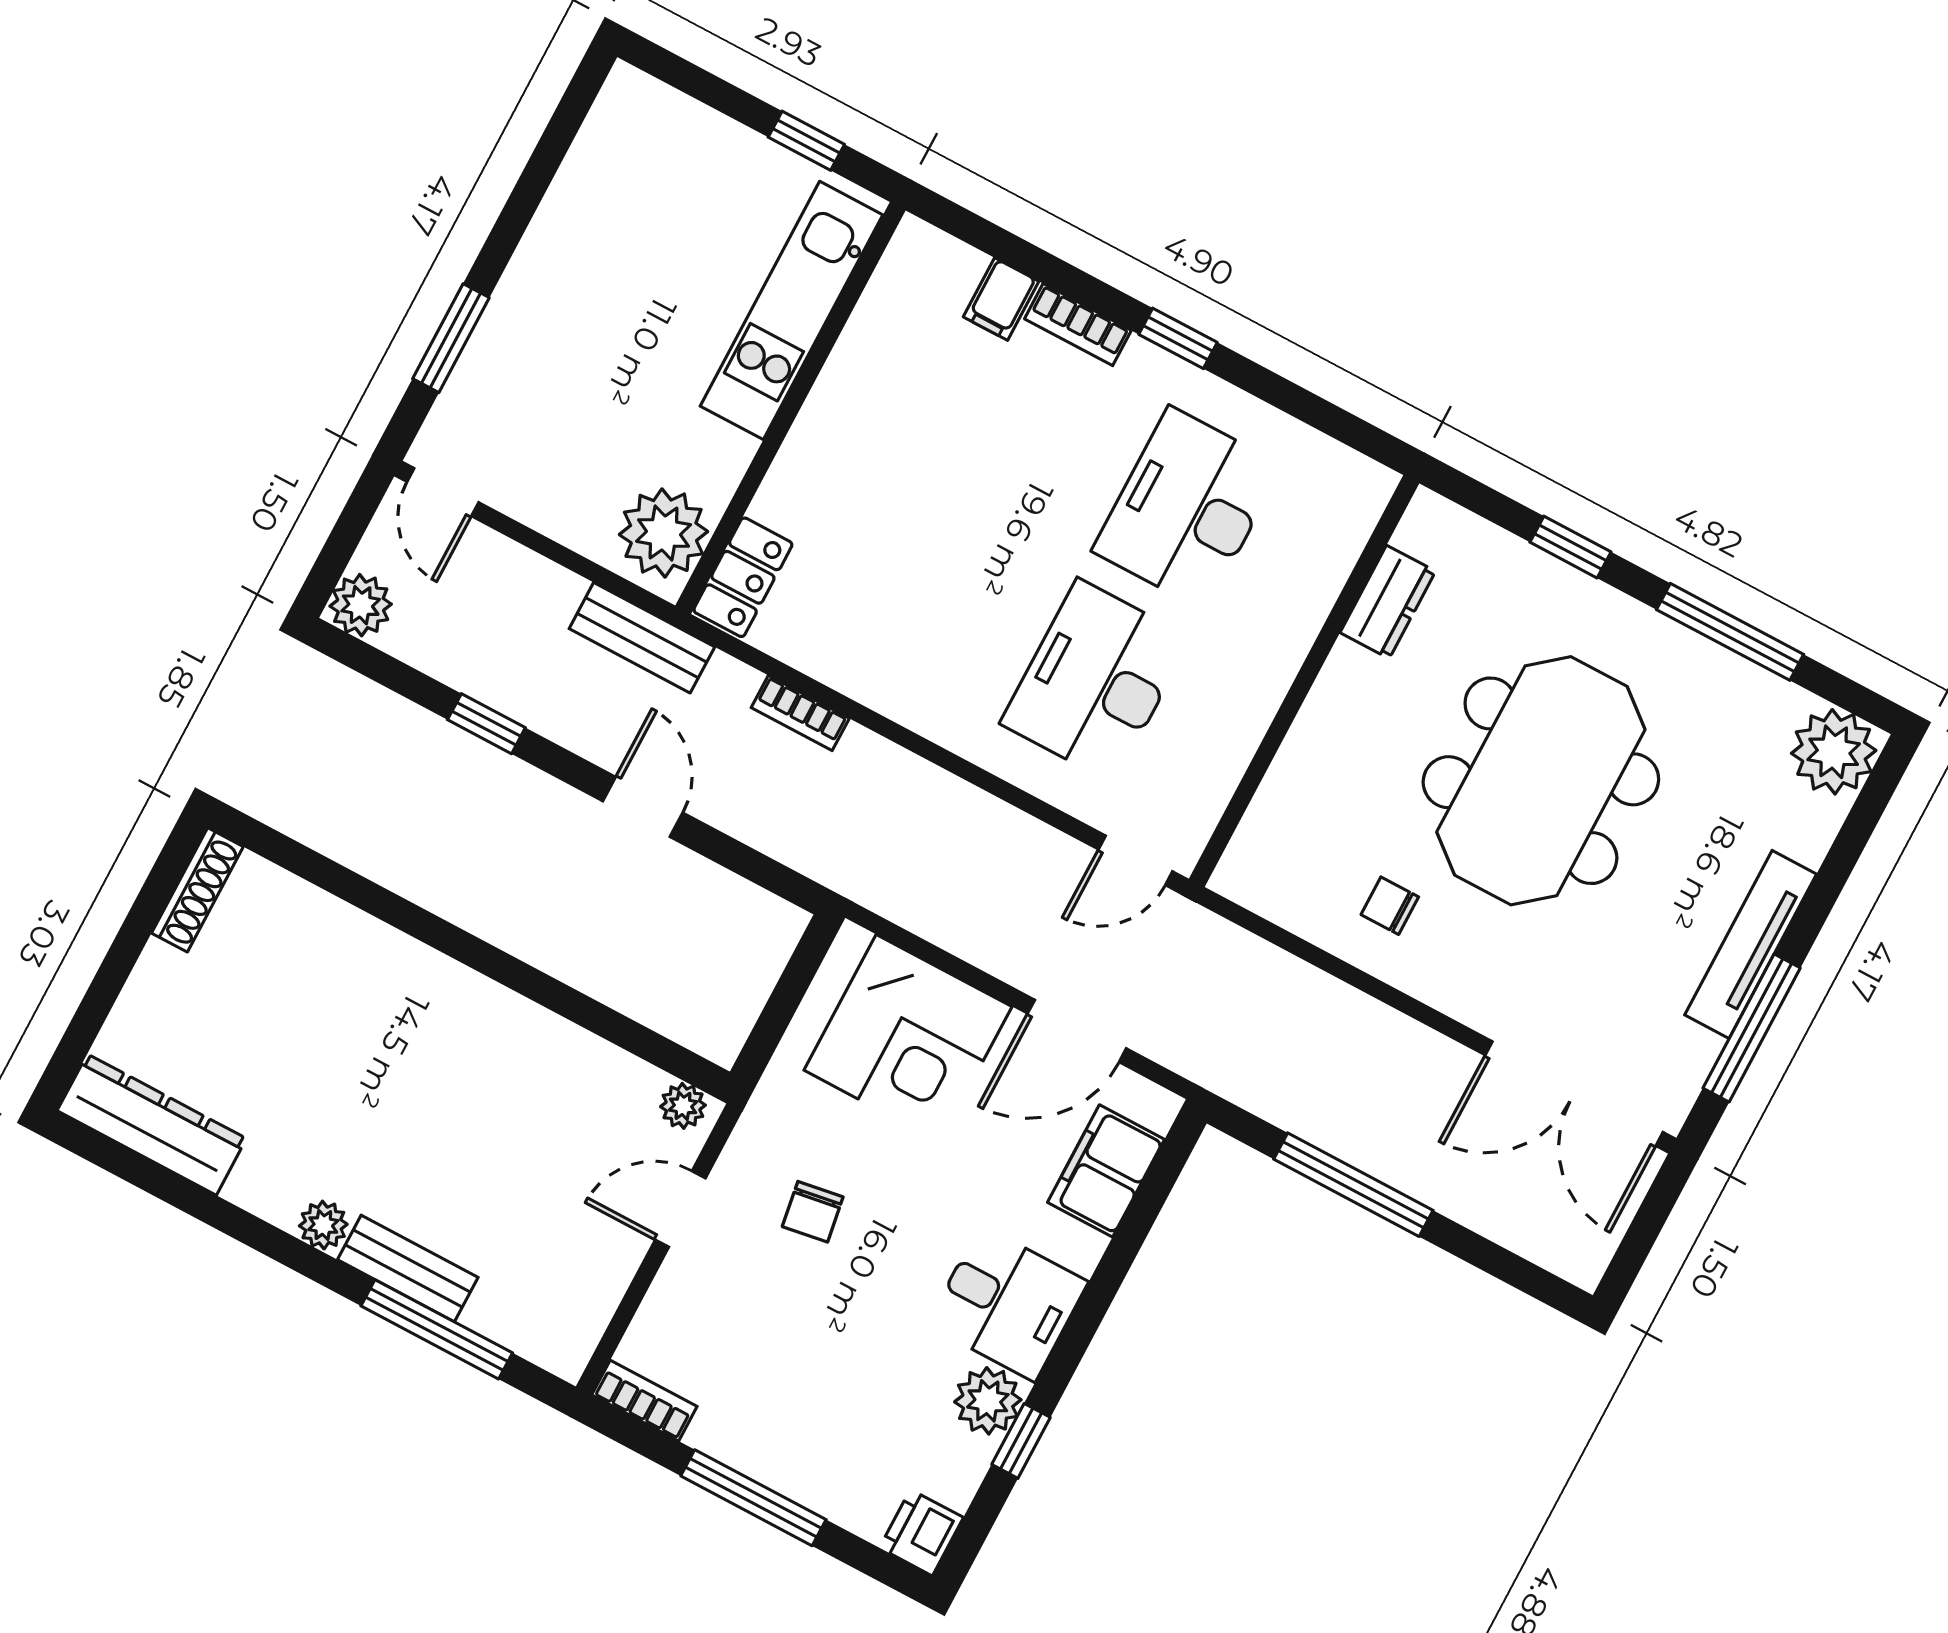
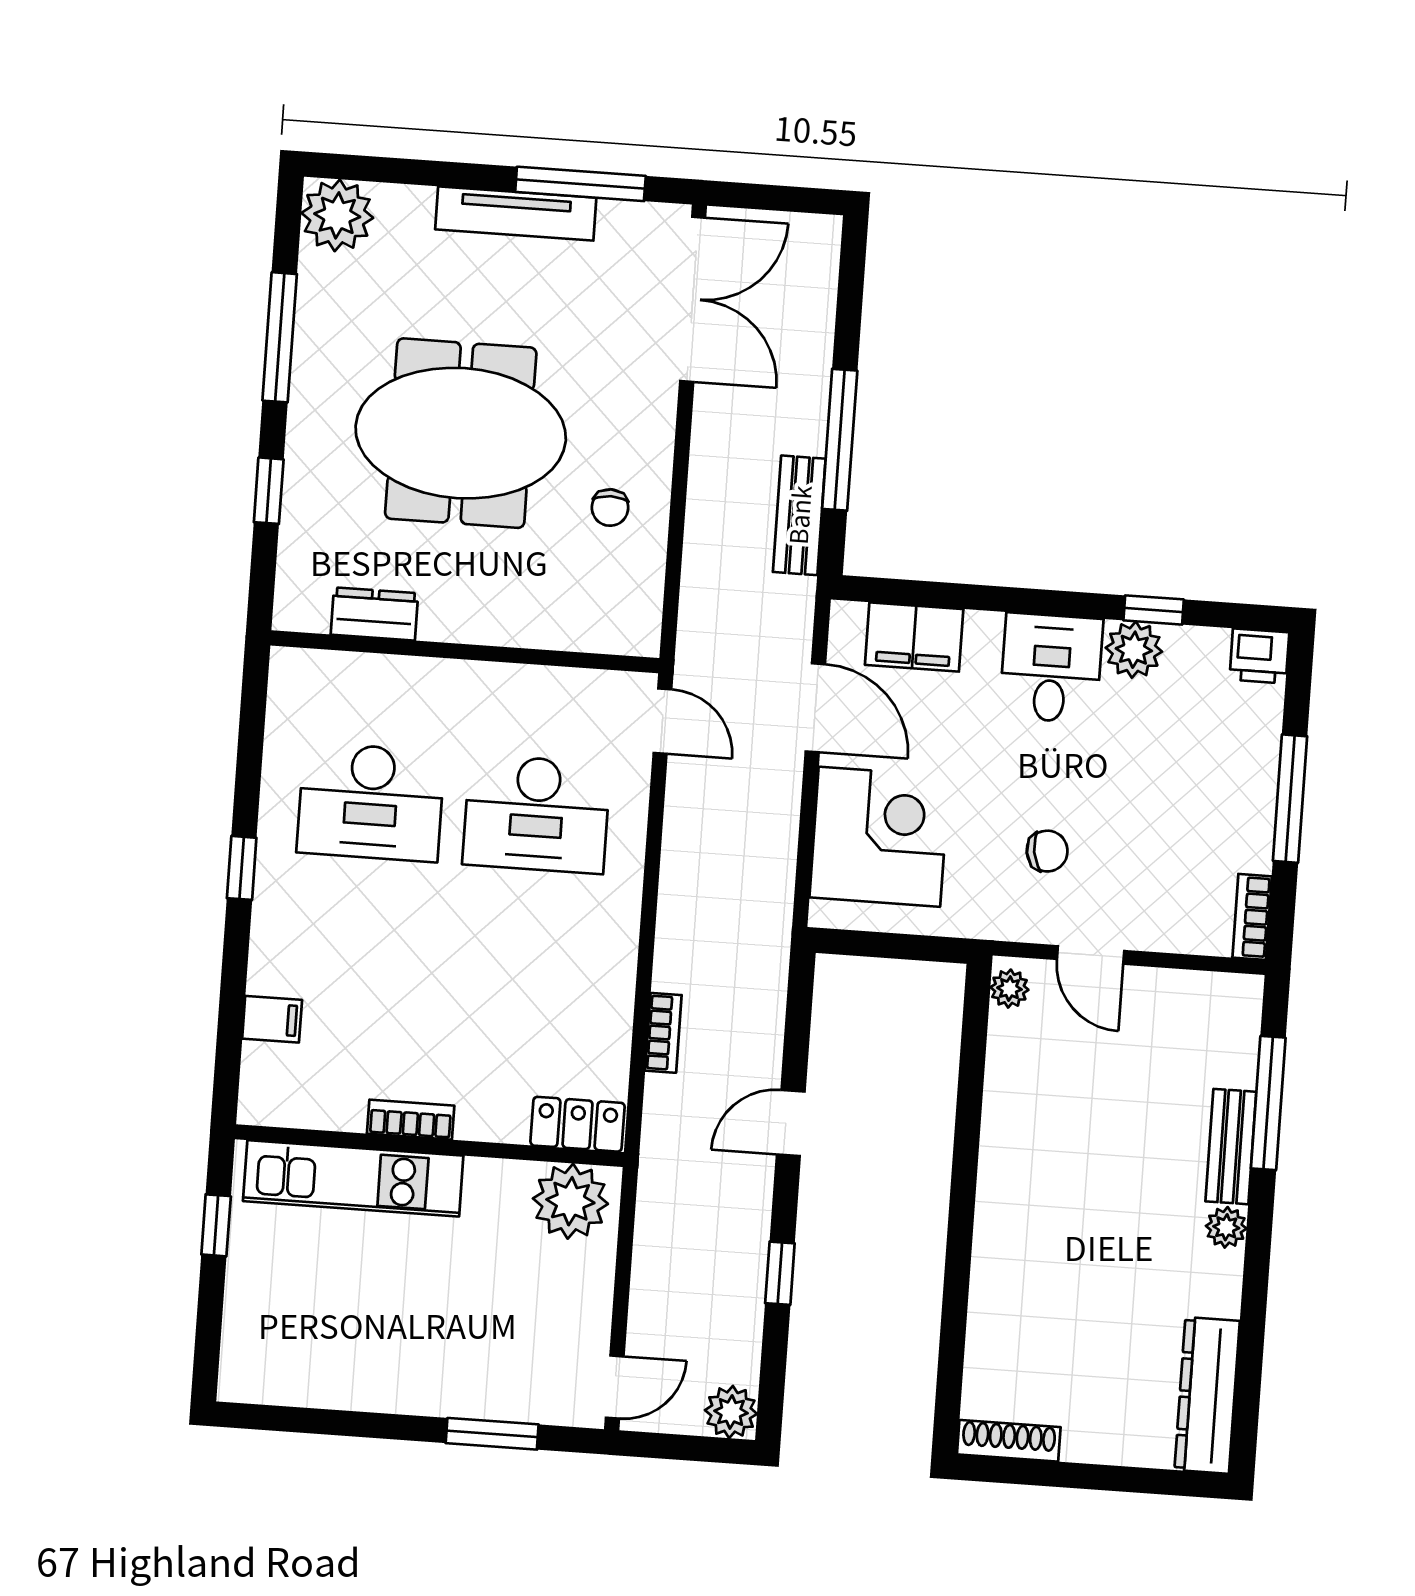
bookcase: (1078, 325) -> (411, 1120), moved, turned -90
bench: (642, 638) -> (799, 515), moved

